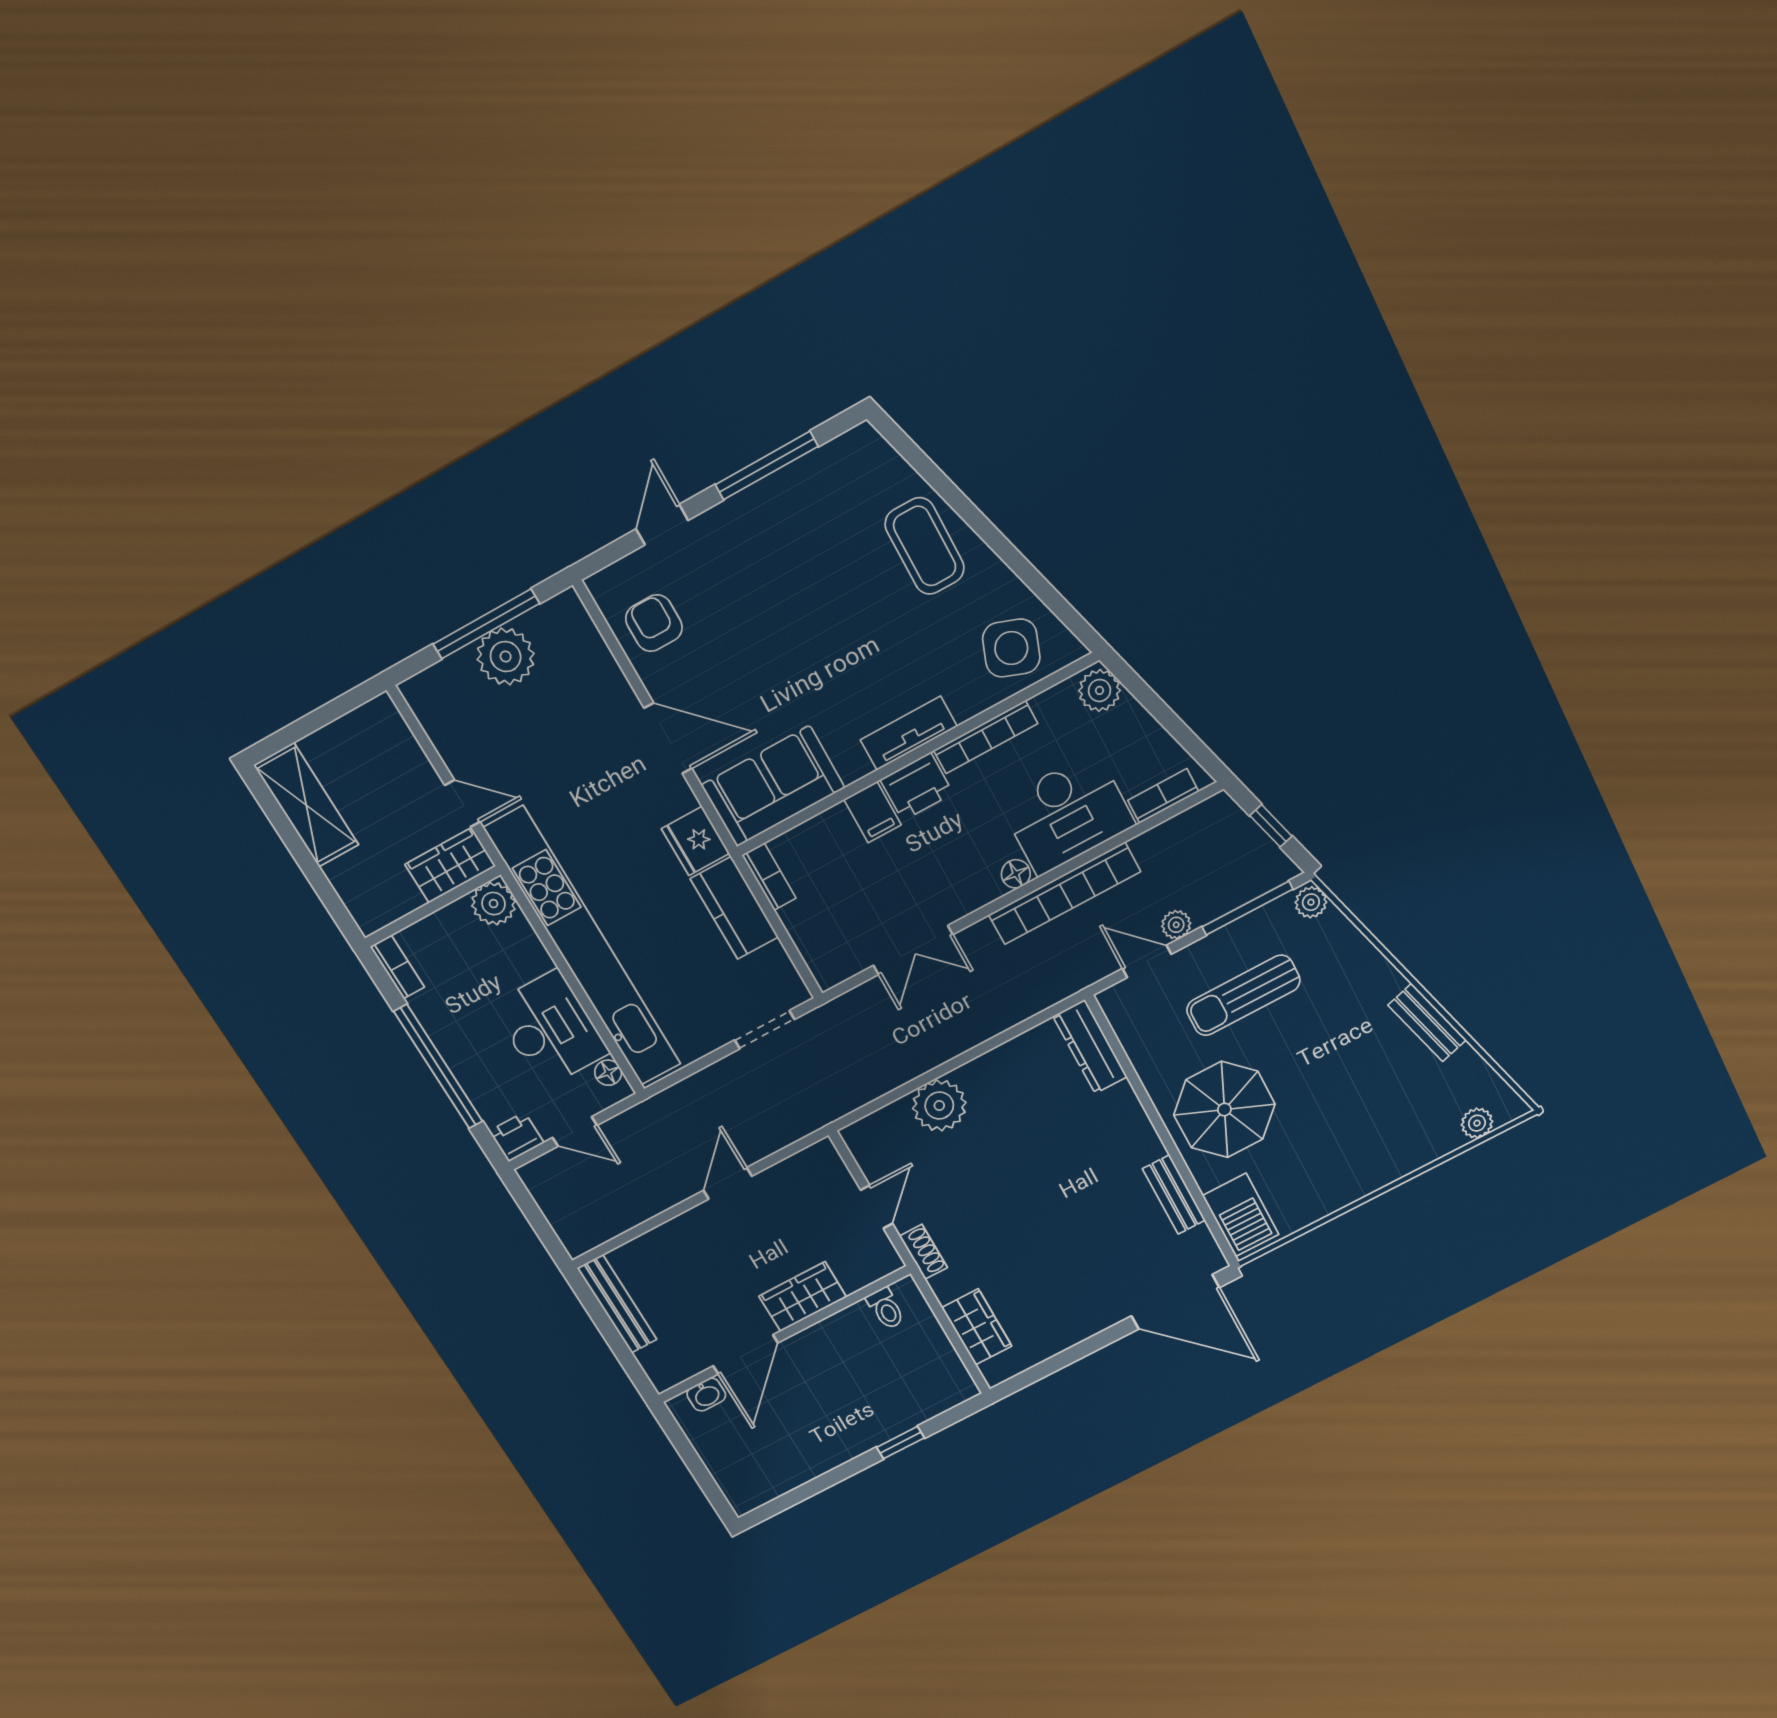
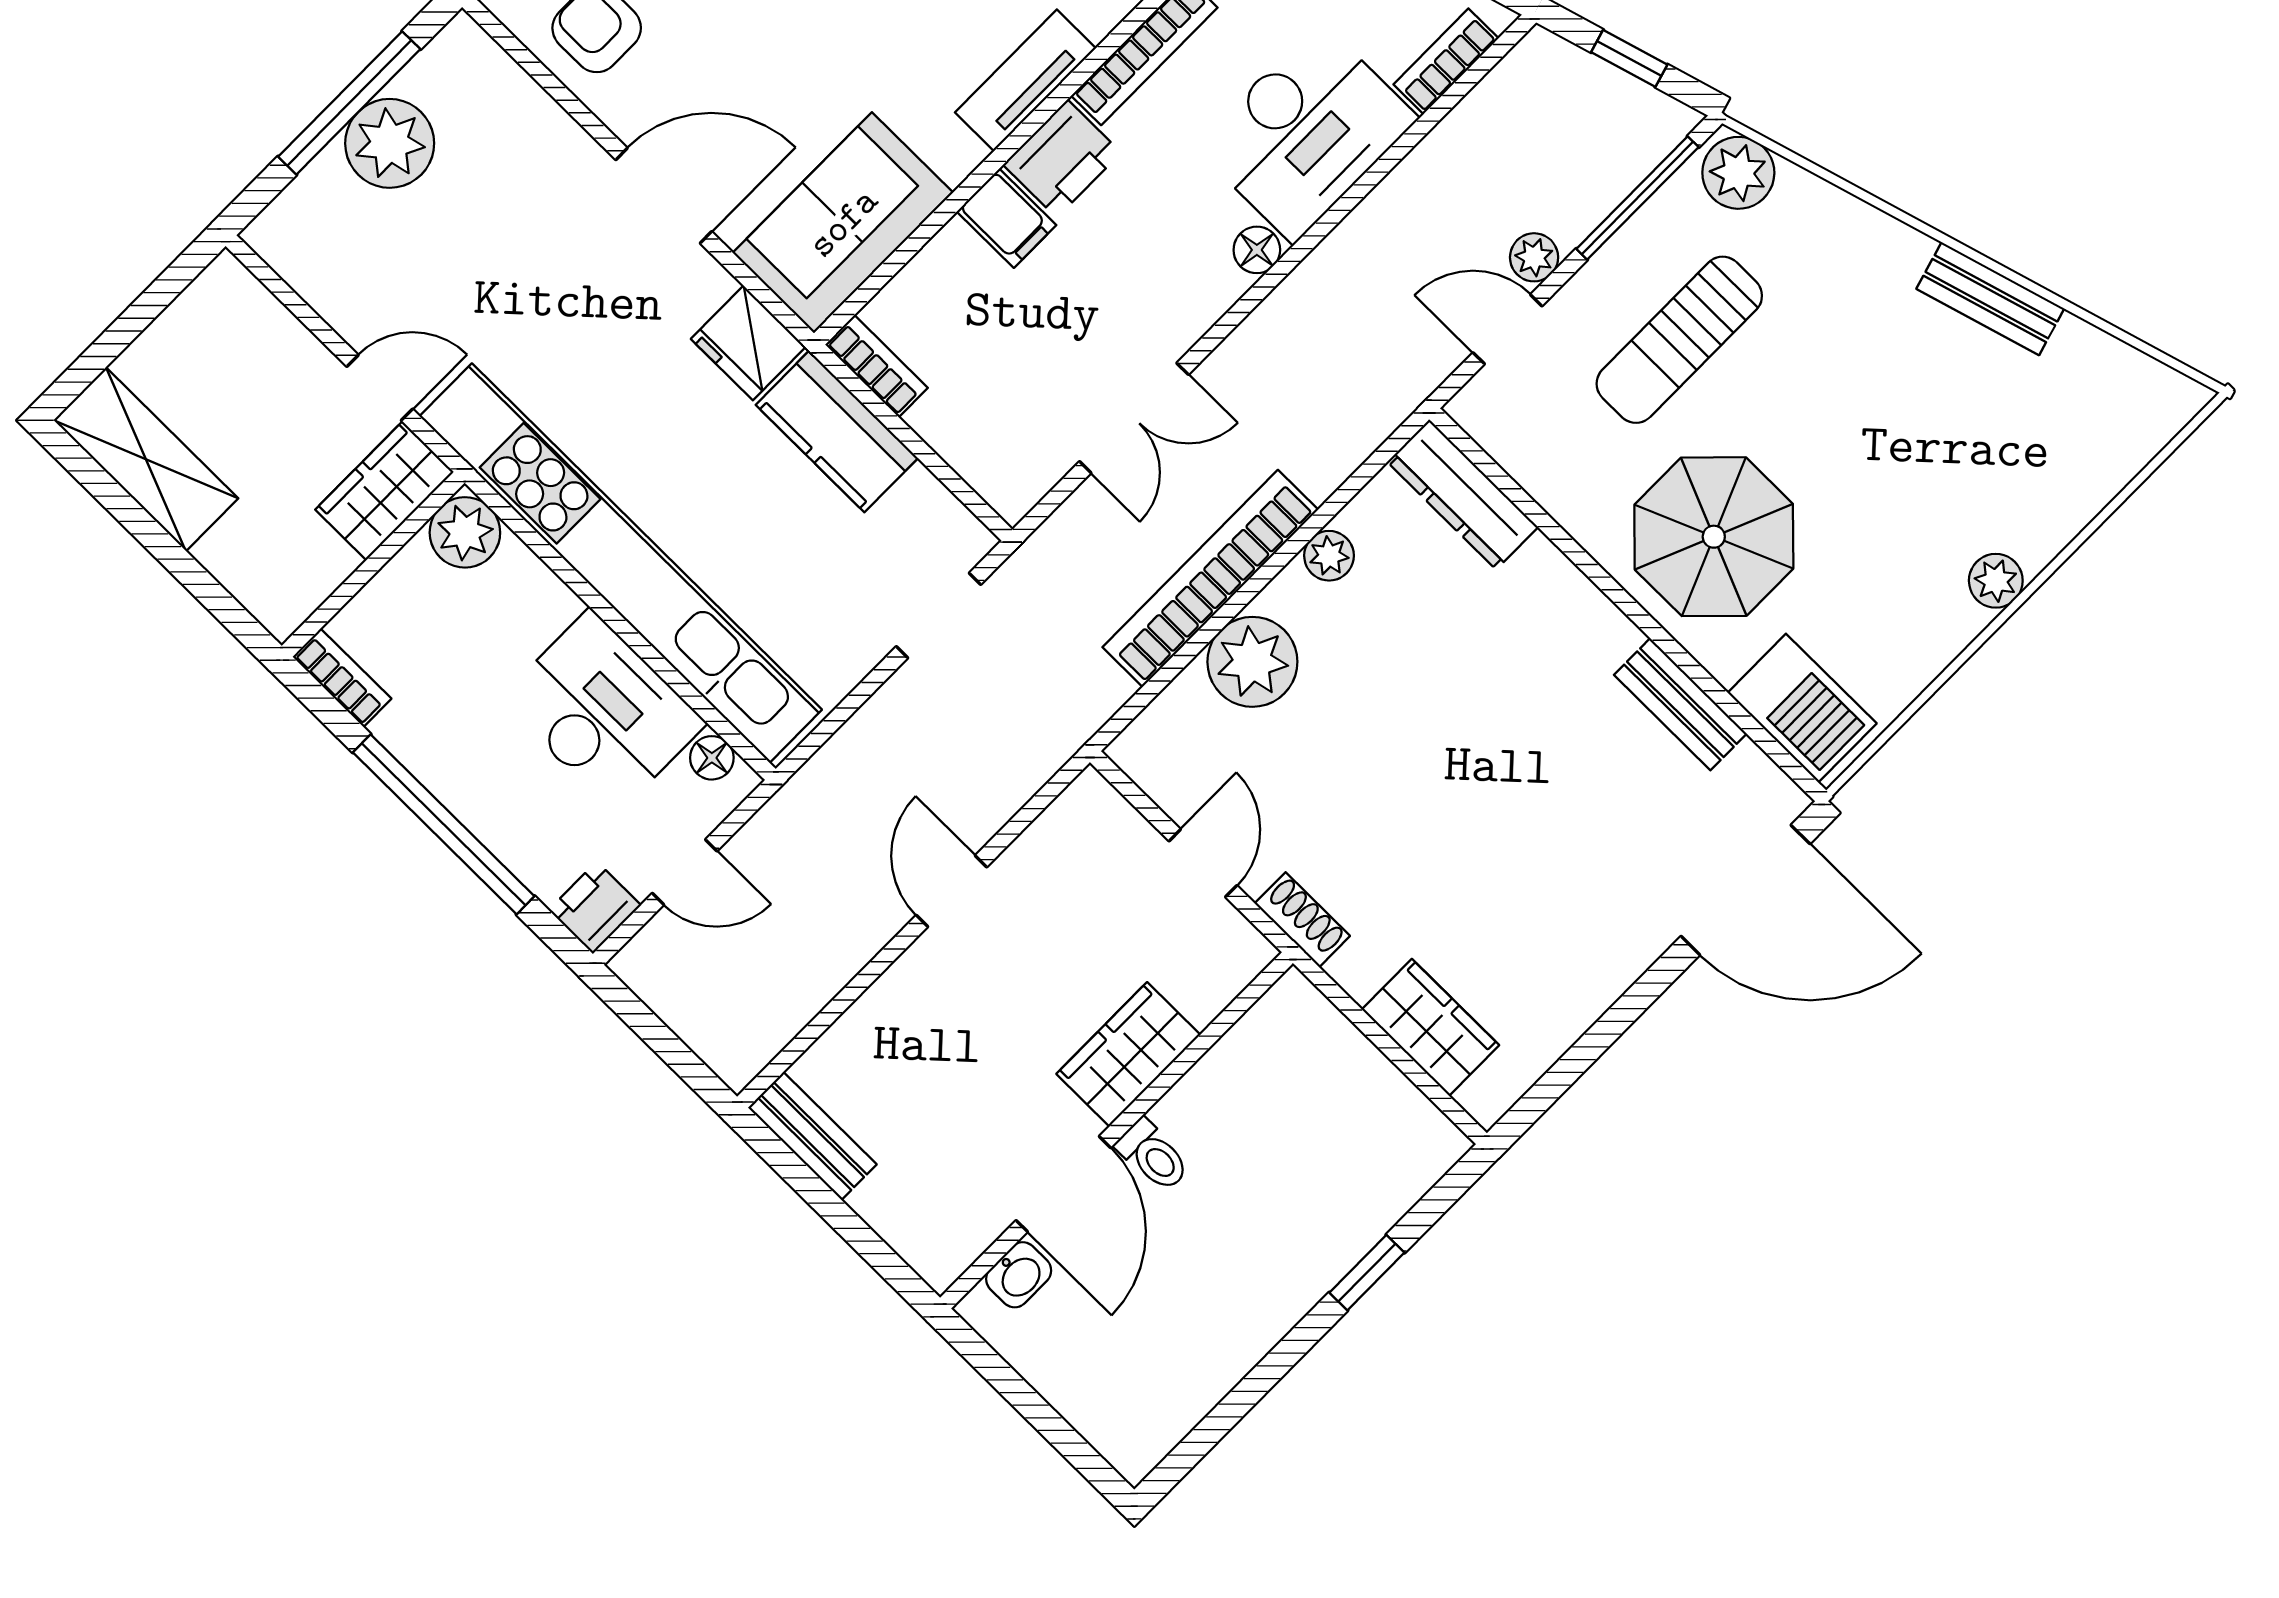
bookcase: (1065, 893) -> (1210, 578), moved, turned 180
plant: (1311, 902) -> (1738, 173), width x1.38, depth x1.38
plant: (1002, 1059) -> (1329, 556), added
plant: (1477, 1123) -> (1996, 581), moved
bench: (617, 1304) -> (812, 1136), width x0.73
toilet: (886, 1308) -> (1153, 1155), moved

